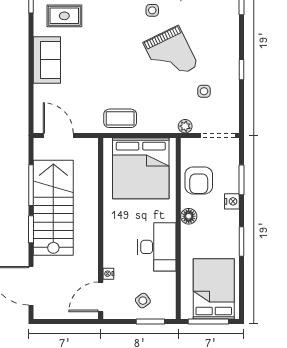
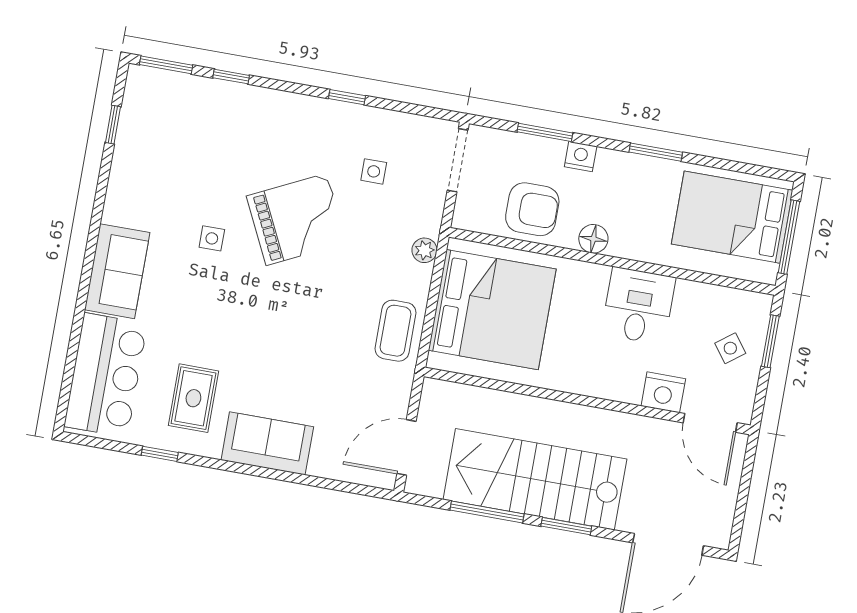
plant: (185, 126) -> (424, 250), moved
desk: (157, 247) -> (638, 306), width x0.73
nightstand: (108, 274) -> (663, 392), width x1.89, depth x1.79

